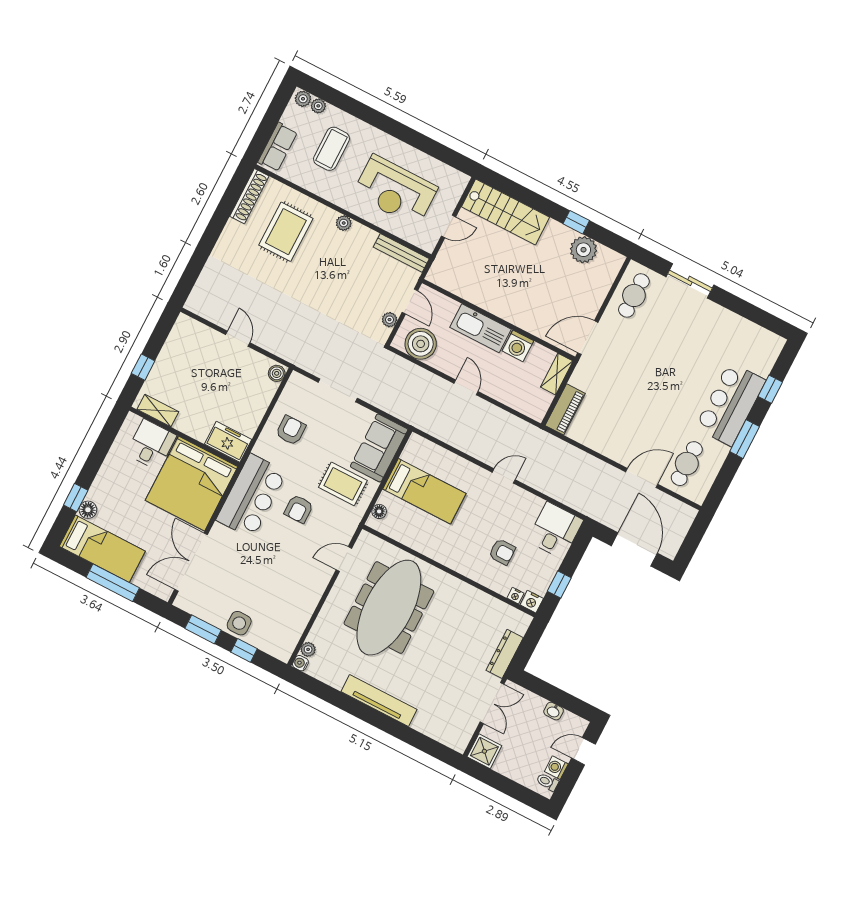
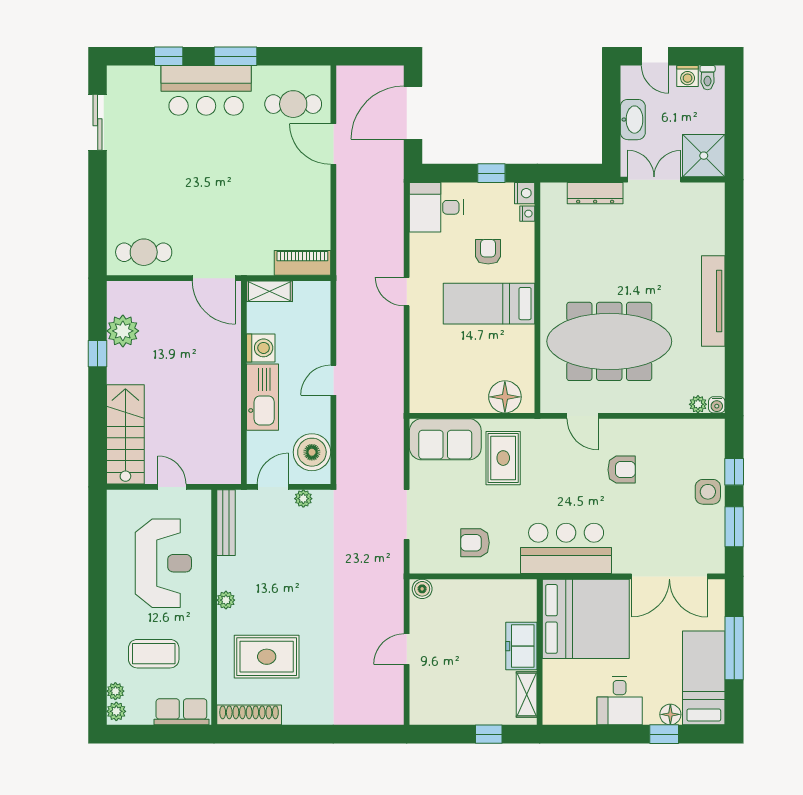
sliding door: (690, 281) -> (98, 122), moved
freezer: (228, 442) -> (521, 646), moved
desk: (151, 445) -> (620, 701), moved, turned -90
bed: (424, 491) -> (489, 304), moved, turned -90
armchair: (299, 509) -> (622, 470), moved
floor lamp: (379, 511) -> (505, 397), width x1.89, depth x1.89
washbasin: (554, 711) -> (633, 120), width x1.91, depth x1.45
shower: (484, 751) -> (704, 156), width x1.36, depth x1.36

